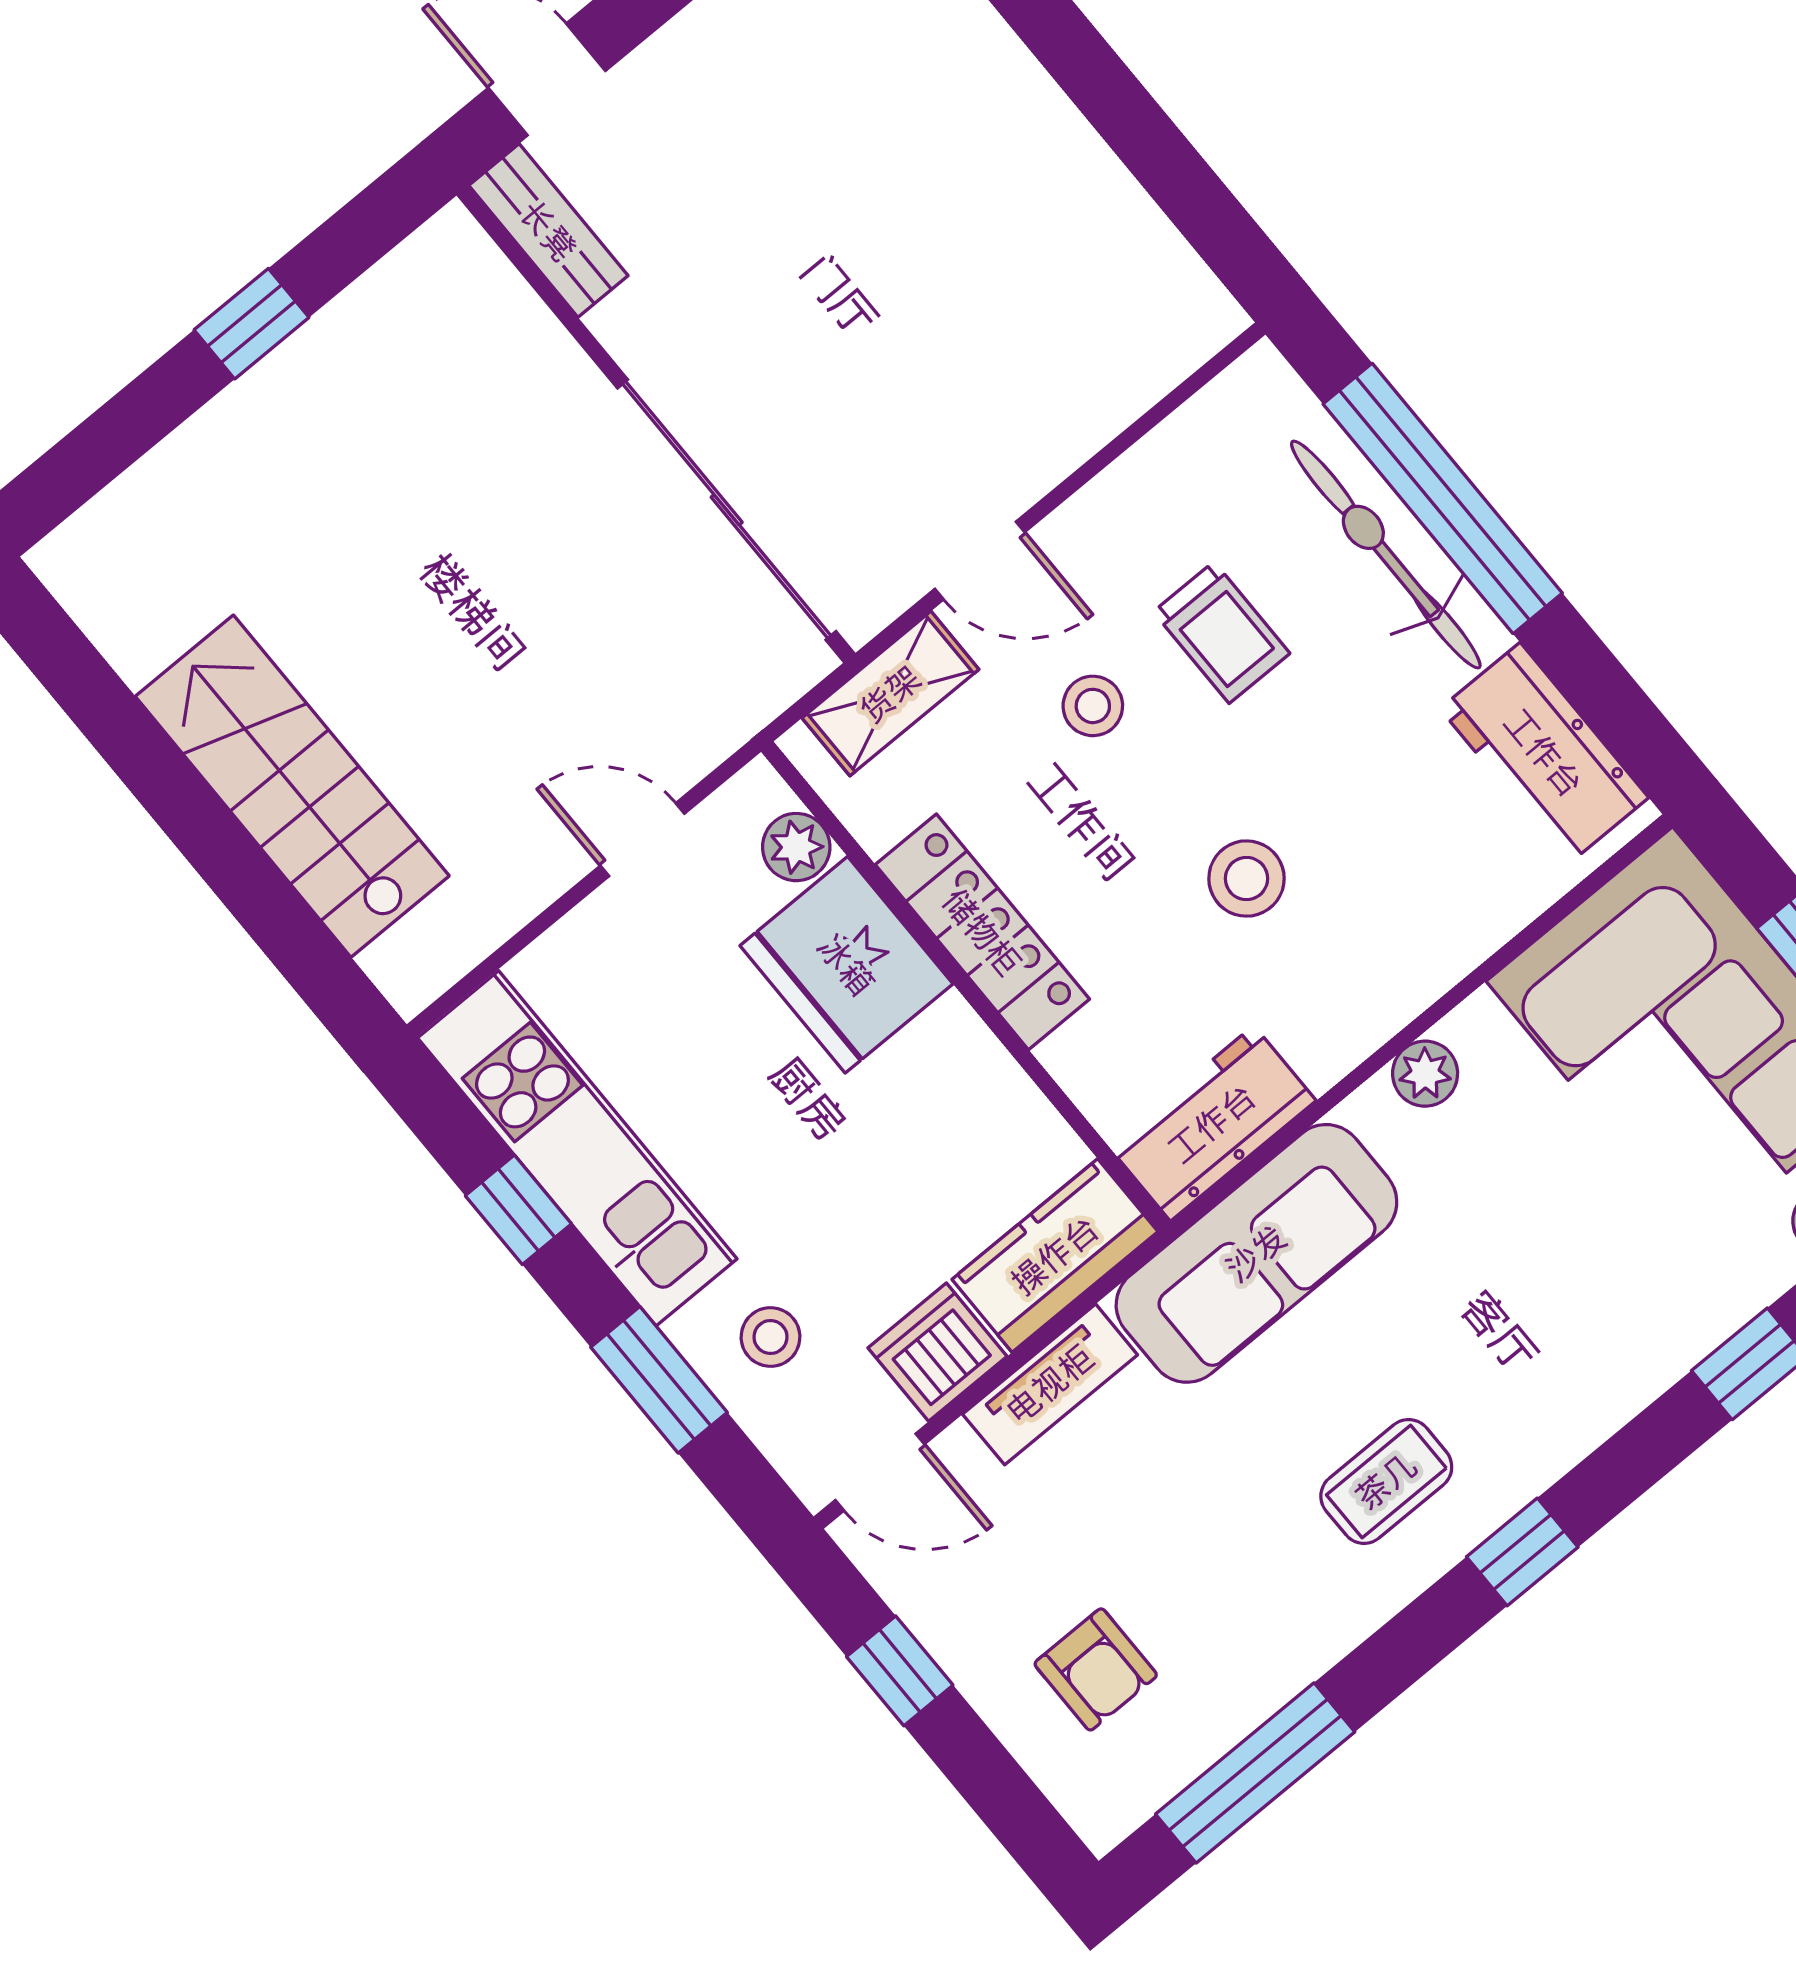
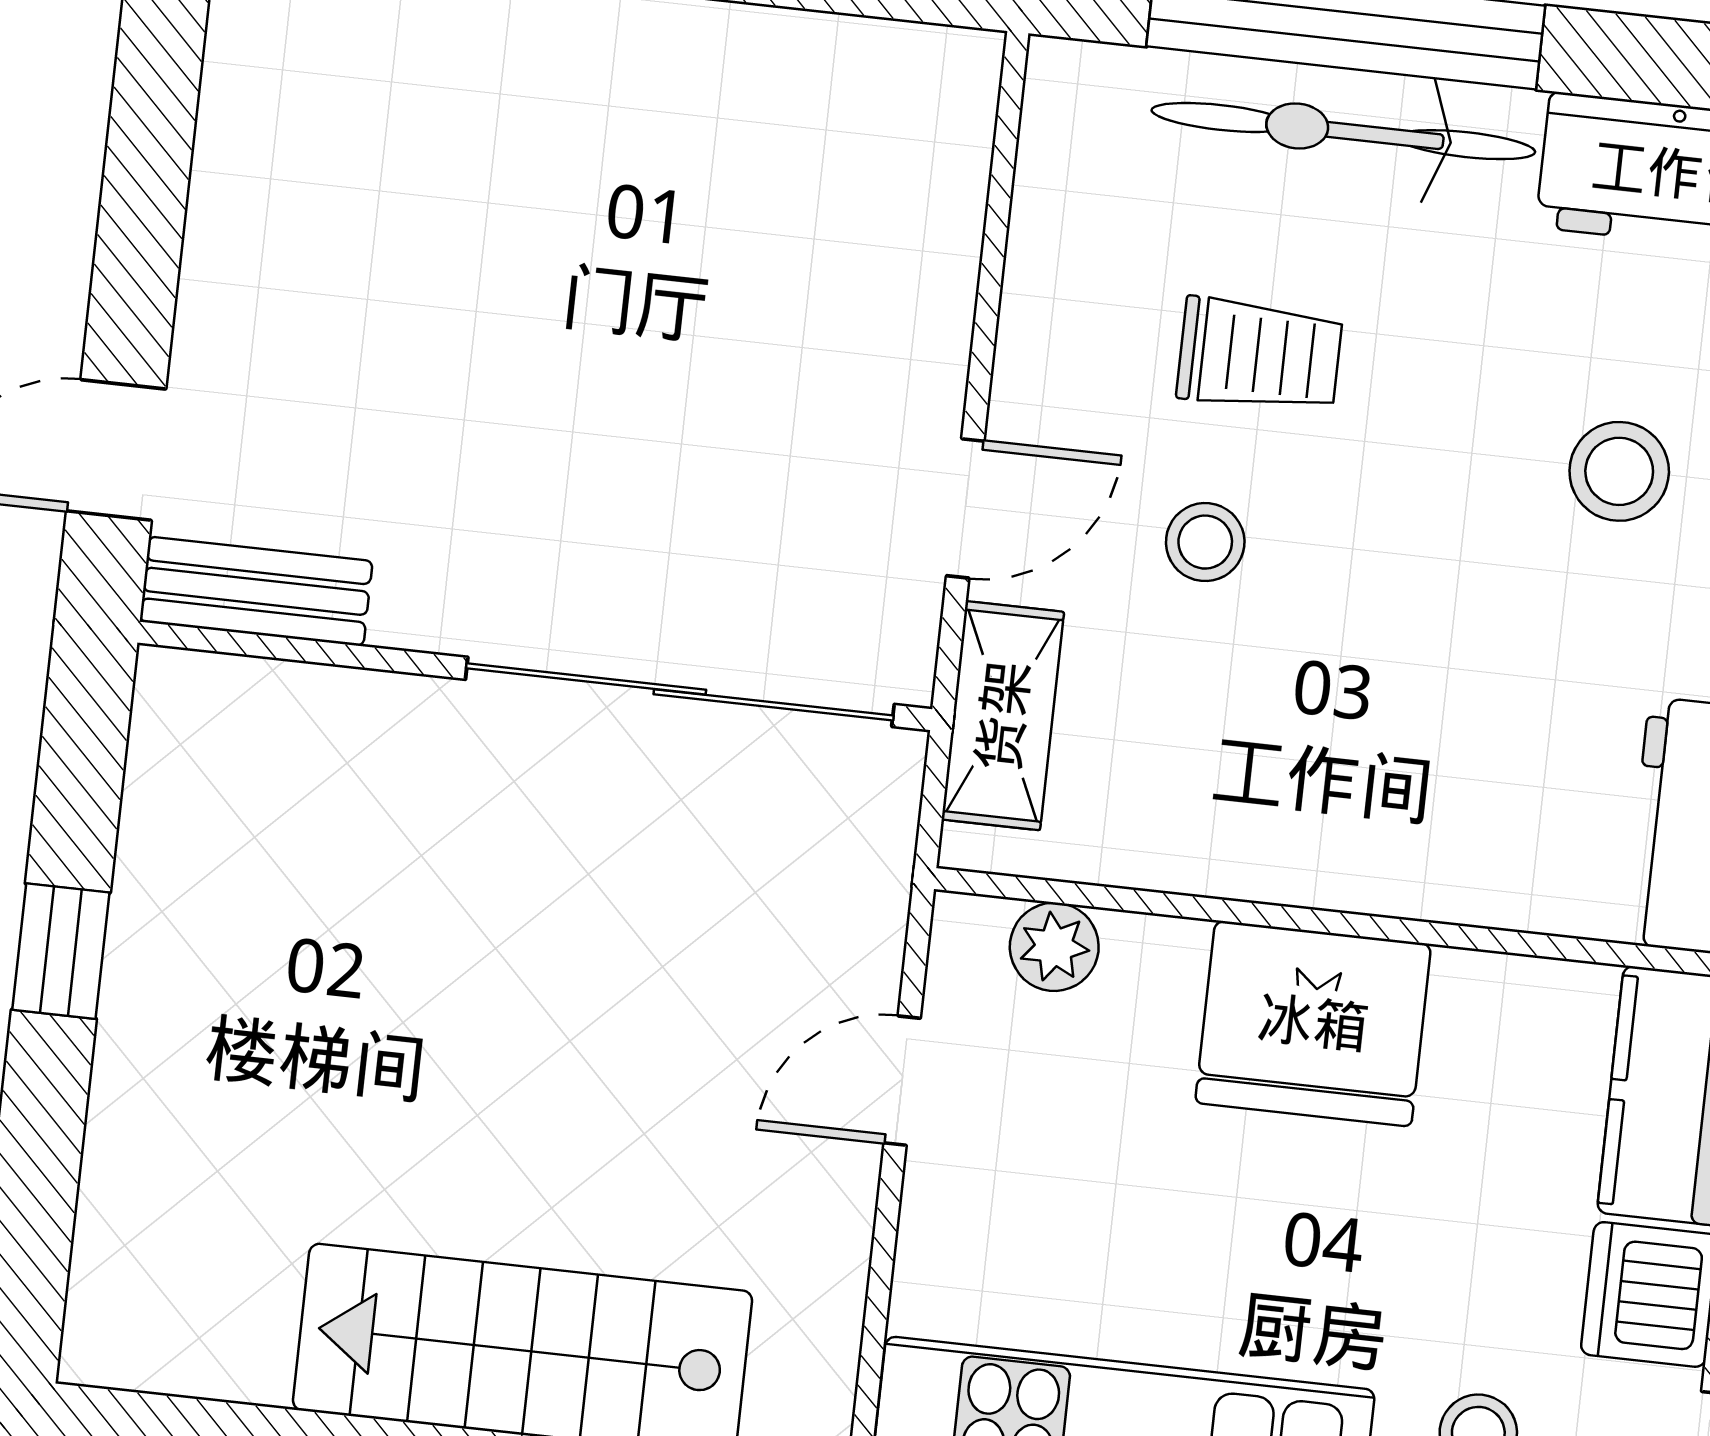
stool: (1246, 879) -> (1619, 471), moved
locker: (982, 932) -> (1308, 856), removed
fridge: (846, 965) -> (1313, 1023), moved

